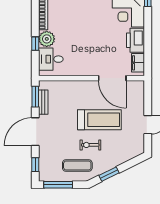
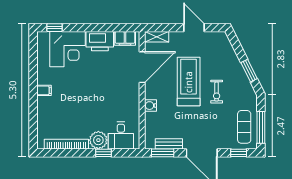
water cooler: (78, 86) -> (150, 106), added
shelving: (139, 91) -> (157, 37), added
exercise mat: (77, 165) -> (244, 127), moved

